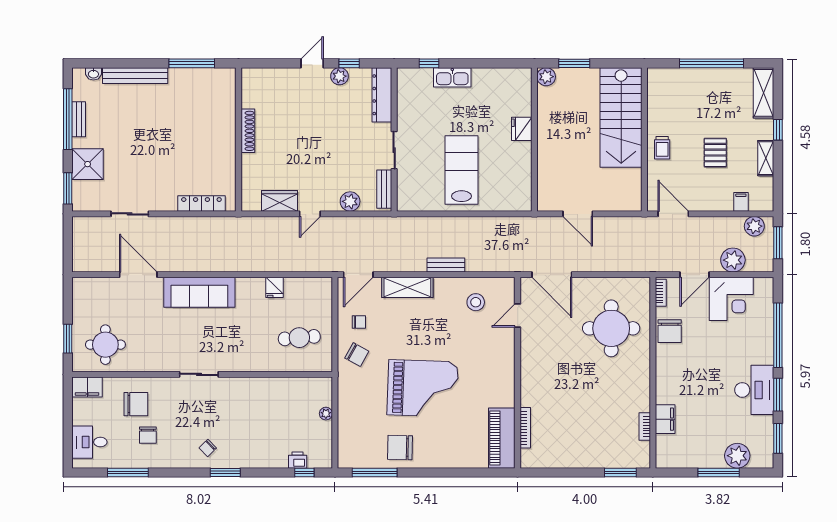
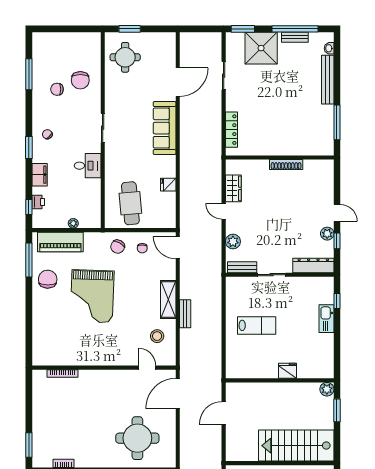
shower: (88, 164) -> (261, 48), width x1.37, depth x1.37
lab bench: (462, 170) -> (257, 325), width x0.73, depth x0.72
shelving: (407, 287) -> (168, 299), moved
cafe table: (299, 338) -> (130, 203), width x1.37, depth x1.35
filing cabinet: (87, 387) -> (40, 175), moved, turned 180
piano: (502, 438) -> (60, 242), moved, turned 180
desk: (89, 442) -> (88, 166), moved, turned 90

